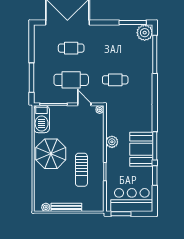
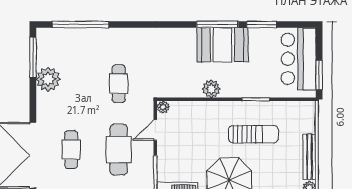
plant: (145, 33) -> (48, 79), moved

